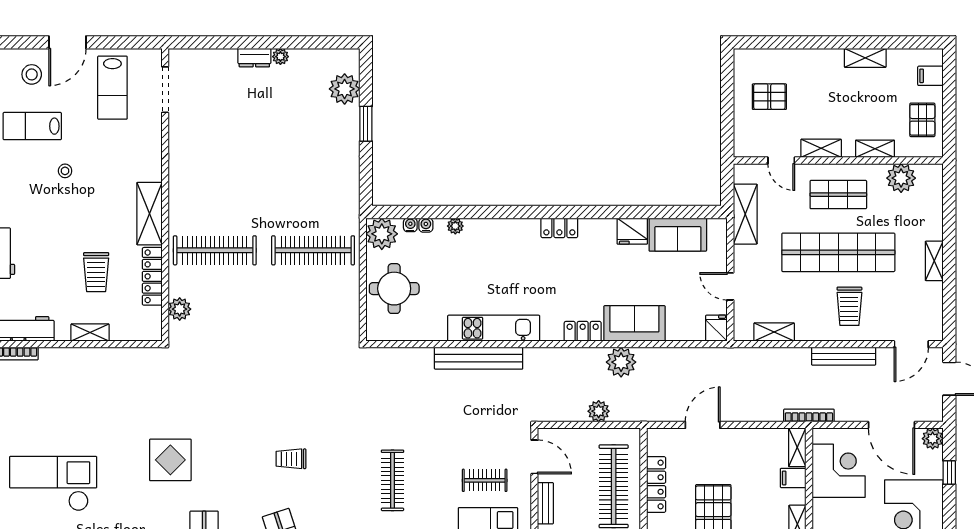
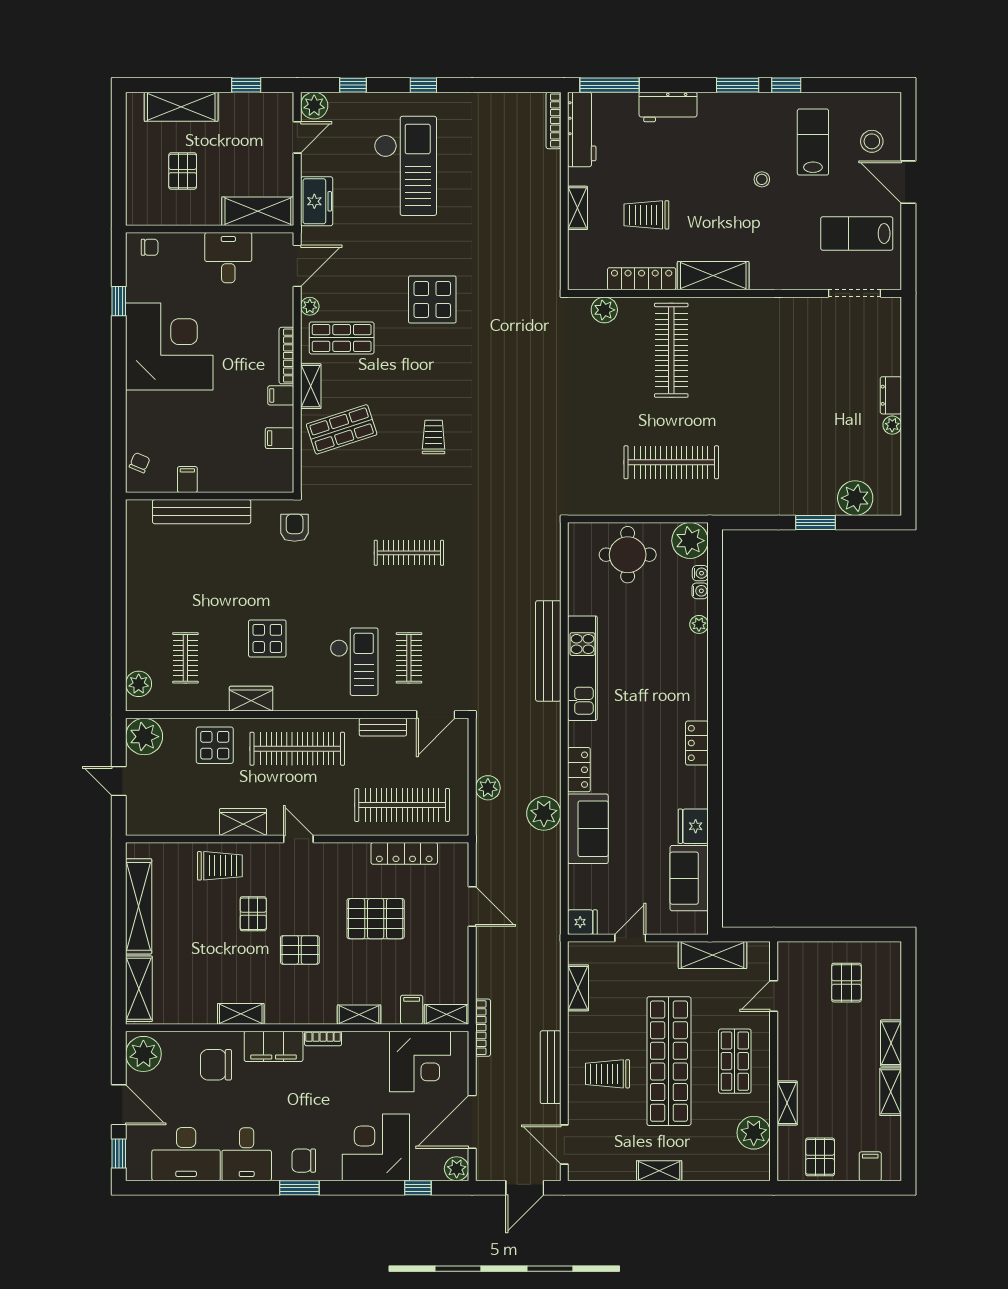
pallet: (922, 120) -> (820, 1157), turned 90
shelving: (821, 148) -> (891, 1043), moved
clothes rail: (313, 250) -> (671, 462), turned 90

